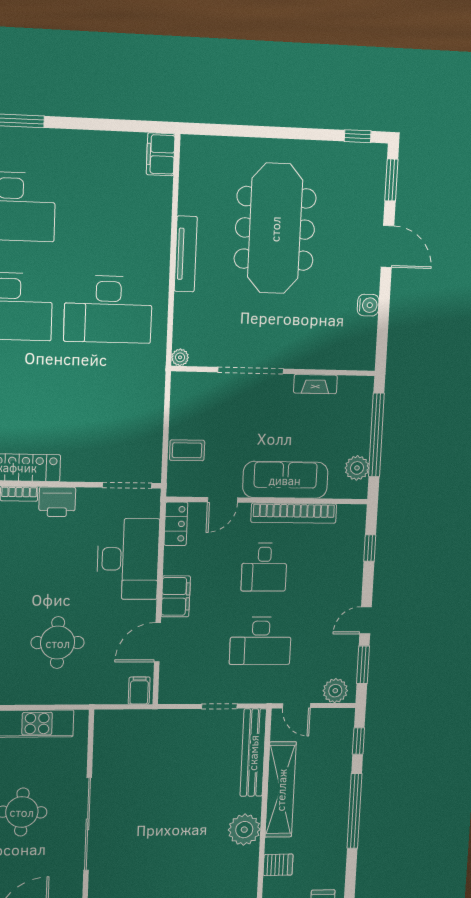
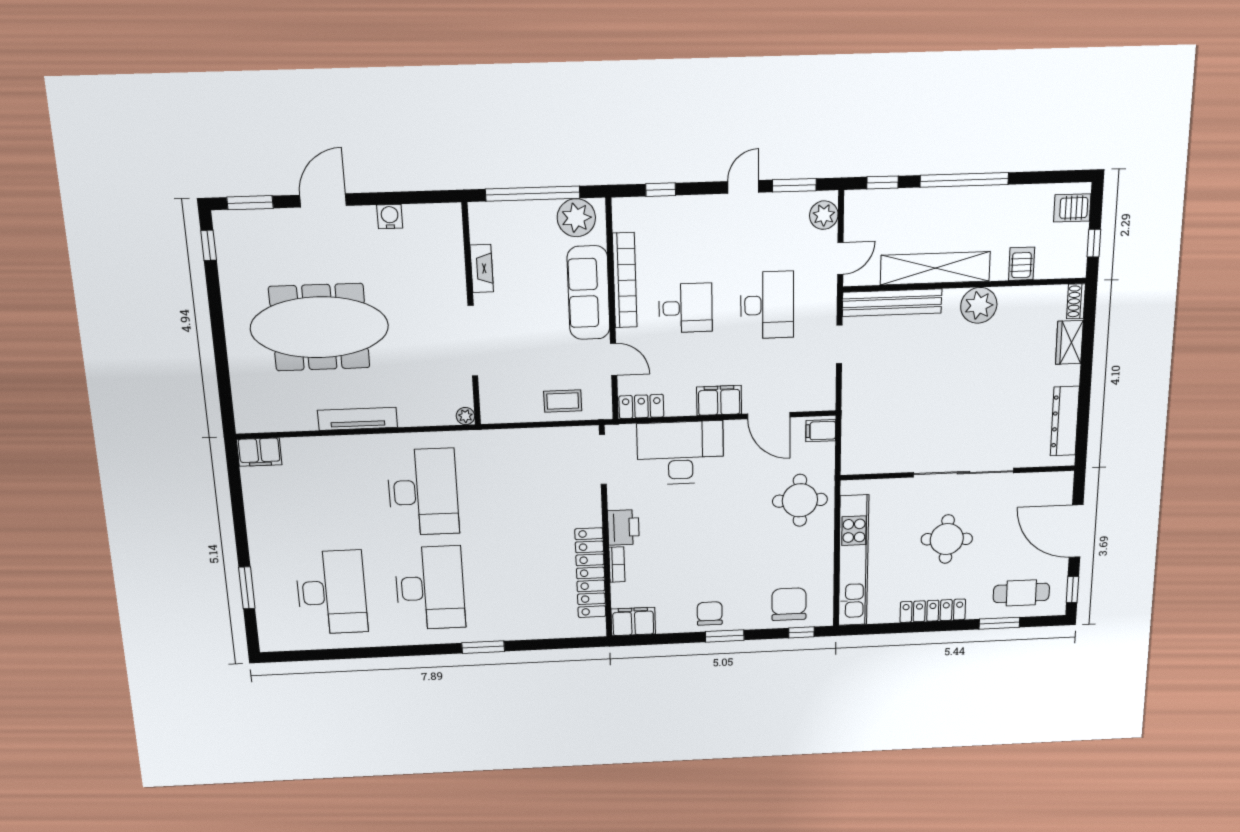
coffee table: (187, 450) -> (563, 401), turned 90
plant: (357, 468) -> (576, 218), width x1.36, depth x1.36
door: (366, 620) -> (743, 187), swing flipped
round table: (58, 643) -> (800, 500), moved

